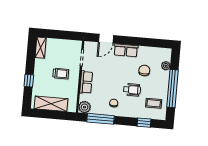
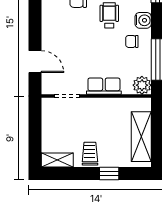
row of seats: (126, 50) -> (50, 30), removed
trolley: (61, 74) -> (90, 154), moved
water cooler: (127, 112) -> (143, 20), added

